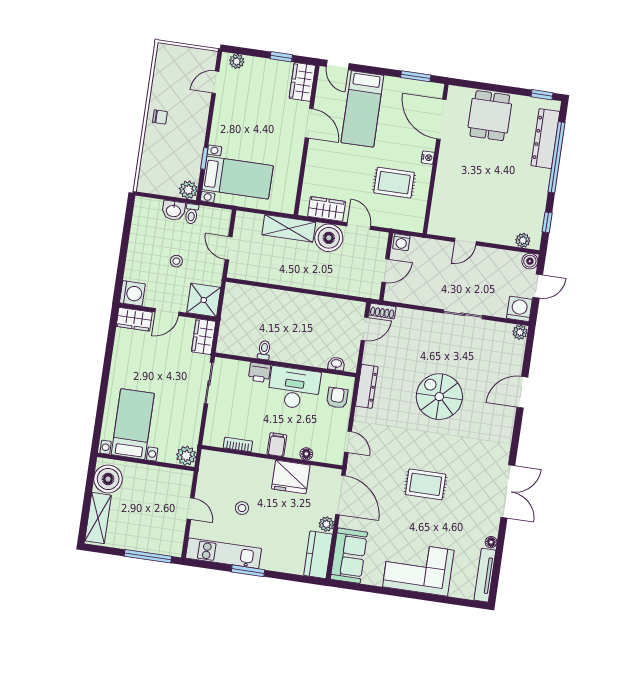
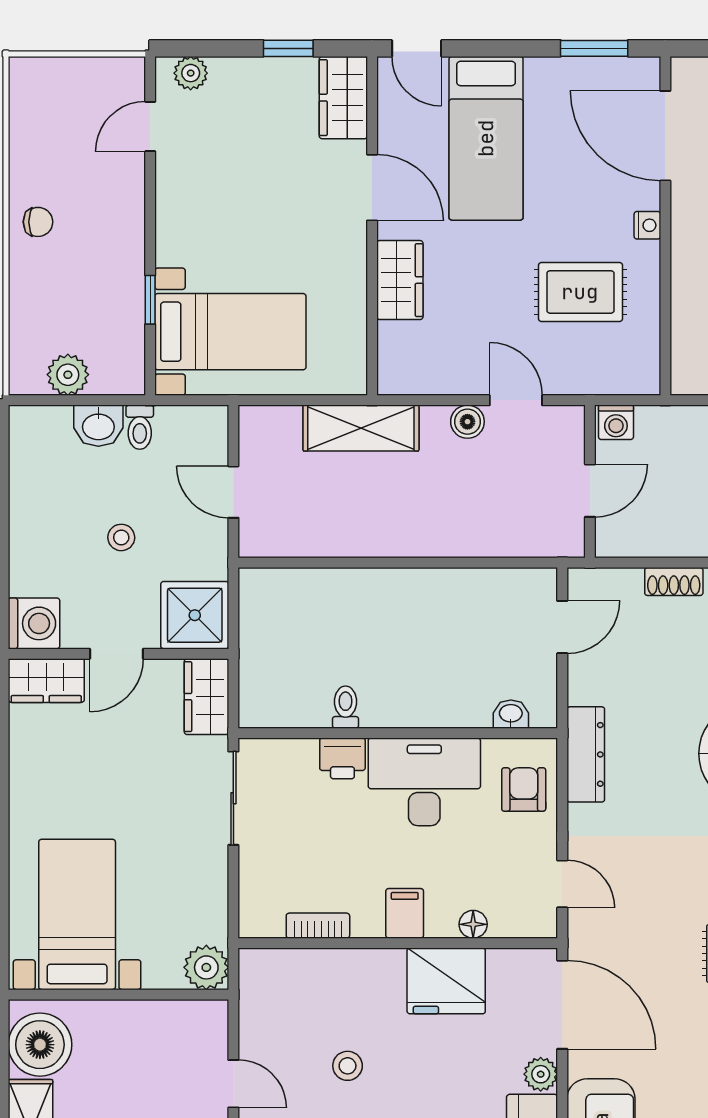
plant: (188, 190) -> (68, 375), moved
wardrobe: (327, 209) -> (400, 280), moved, turned 90
boiler: (329, 238) -> (467, 422), width x0.54, depth x0.54
shoe rack: (382, 311) -> (674, 582), moved

